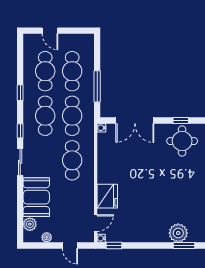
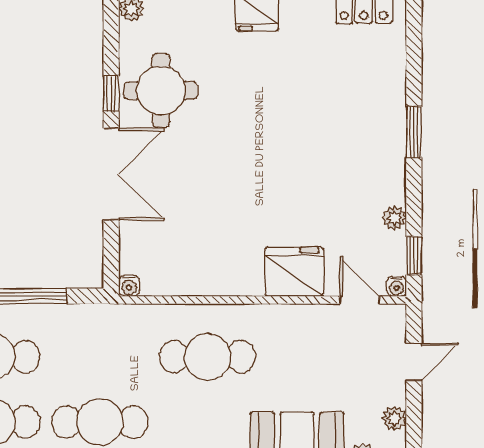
cafe table: (72, 116) -> (100, 357), removed
double door: (135, 120) -> (111, 174), moved
plant: (178, 233) -> (394, 218), moved, width x0.53, depth x0.53
window: (184, 245) -> (414, 132), moved

